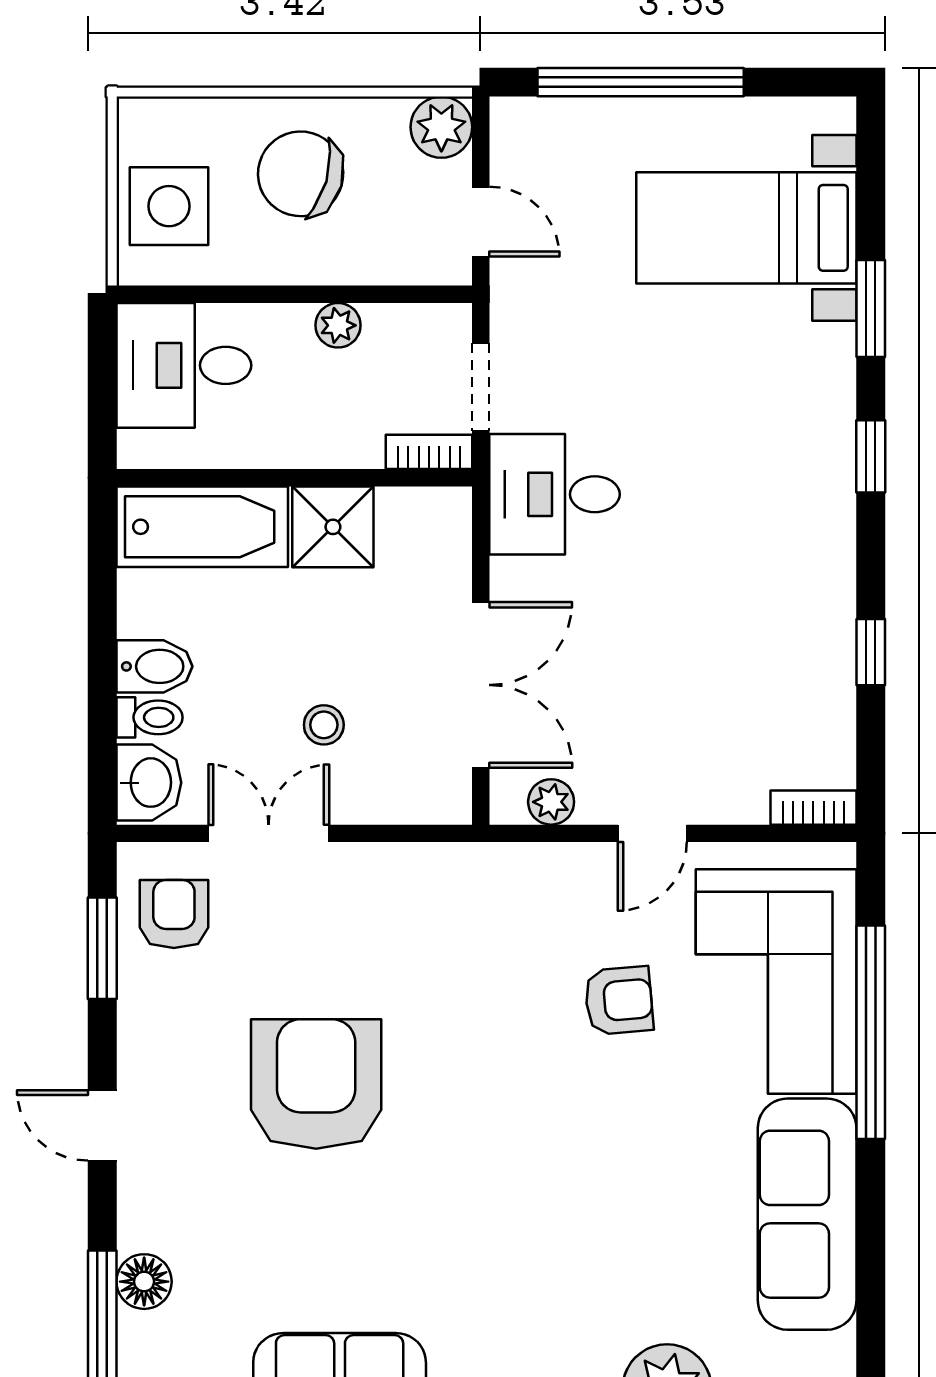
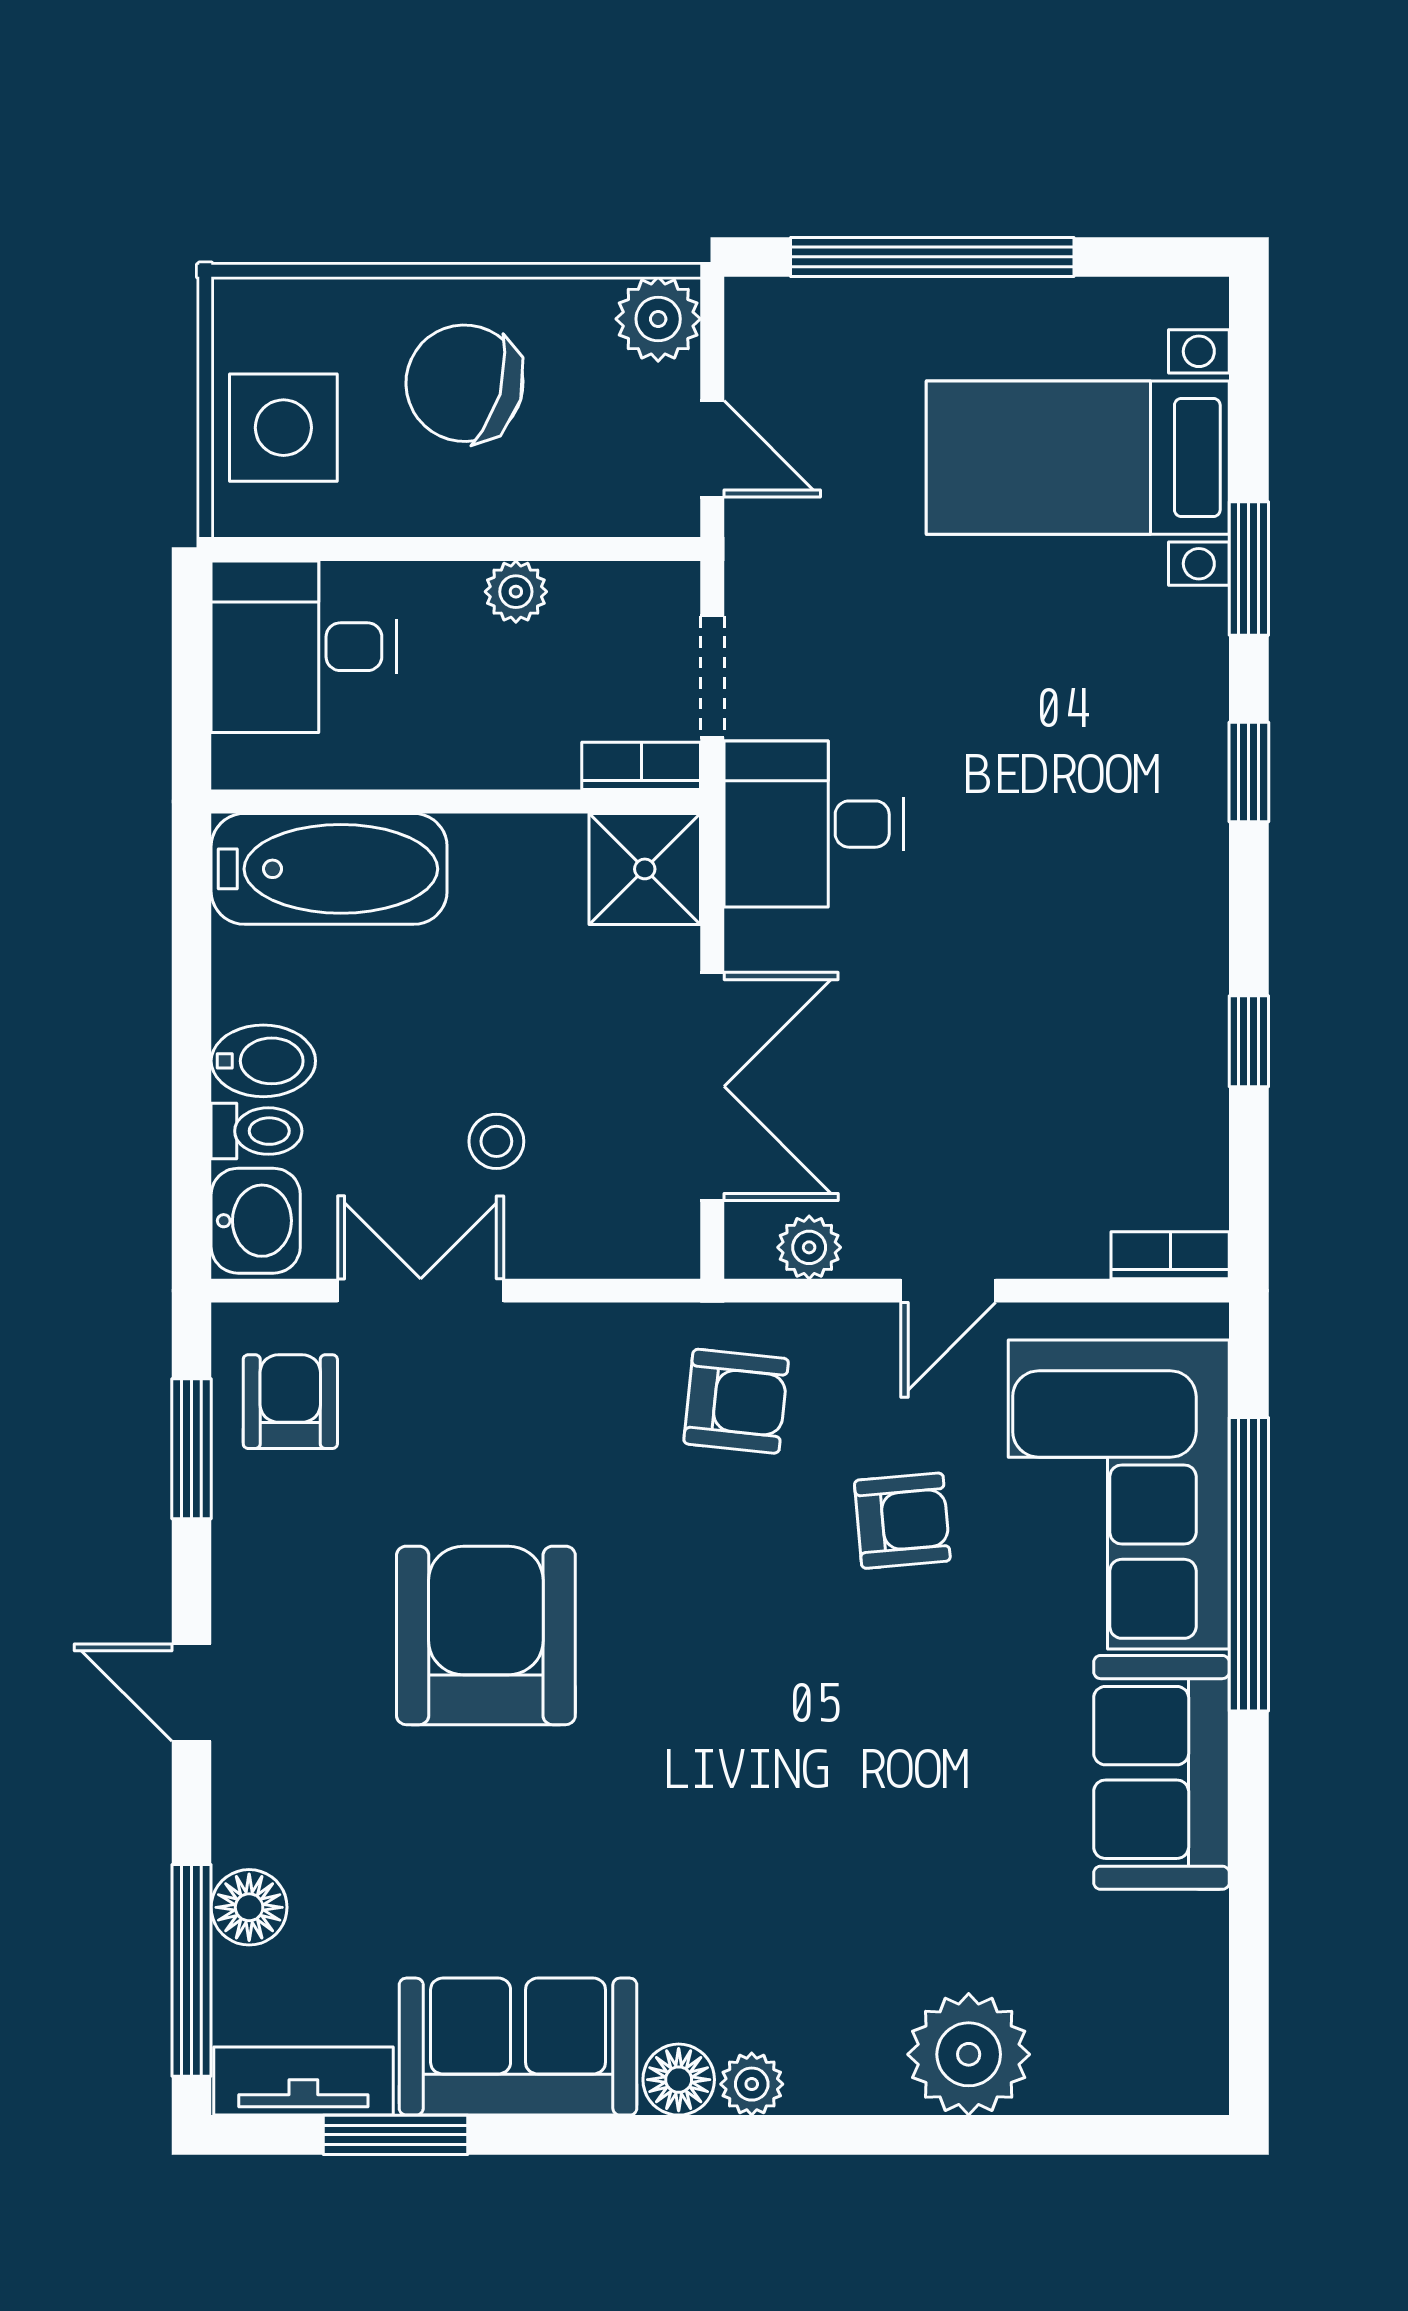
shower: (333, 527) -> (645, 869), moved
armchair: (498, 914) -> (736, 1401), added
sofa: (807, 1214) -> (1161, 1772), width x0.73

